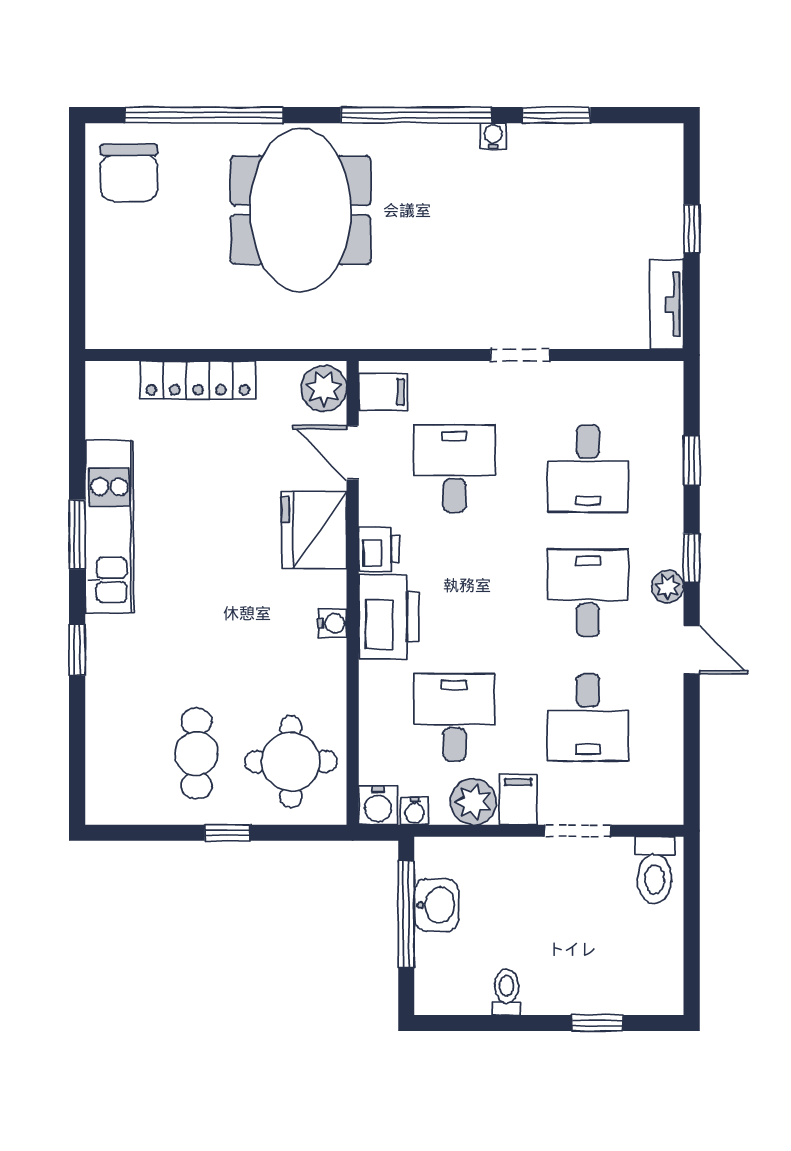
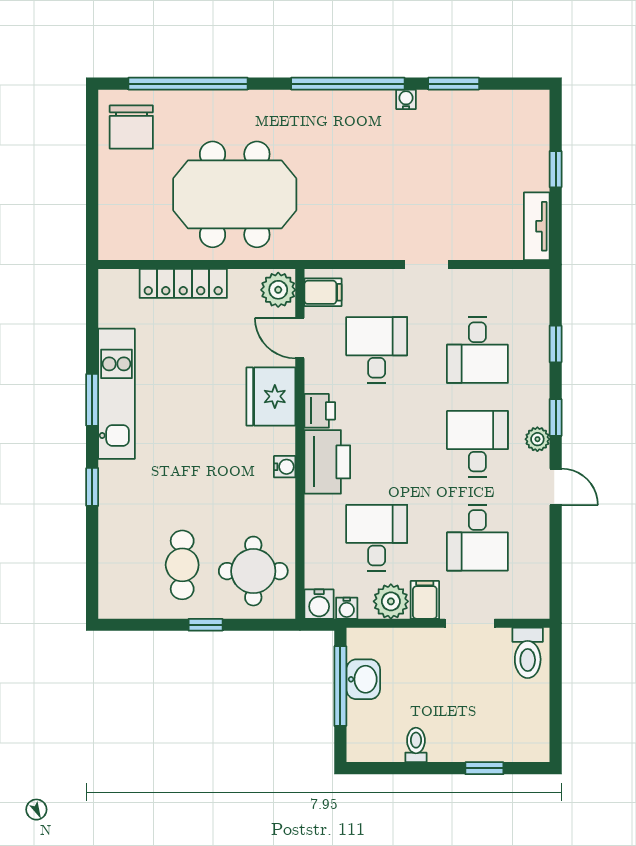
meeting table: (301, 210) -> (235, 194), moved, turned 90

